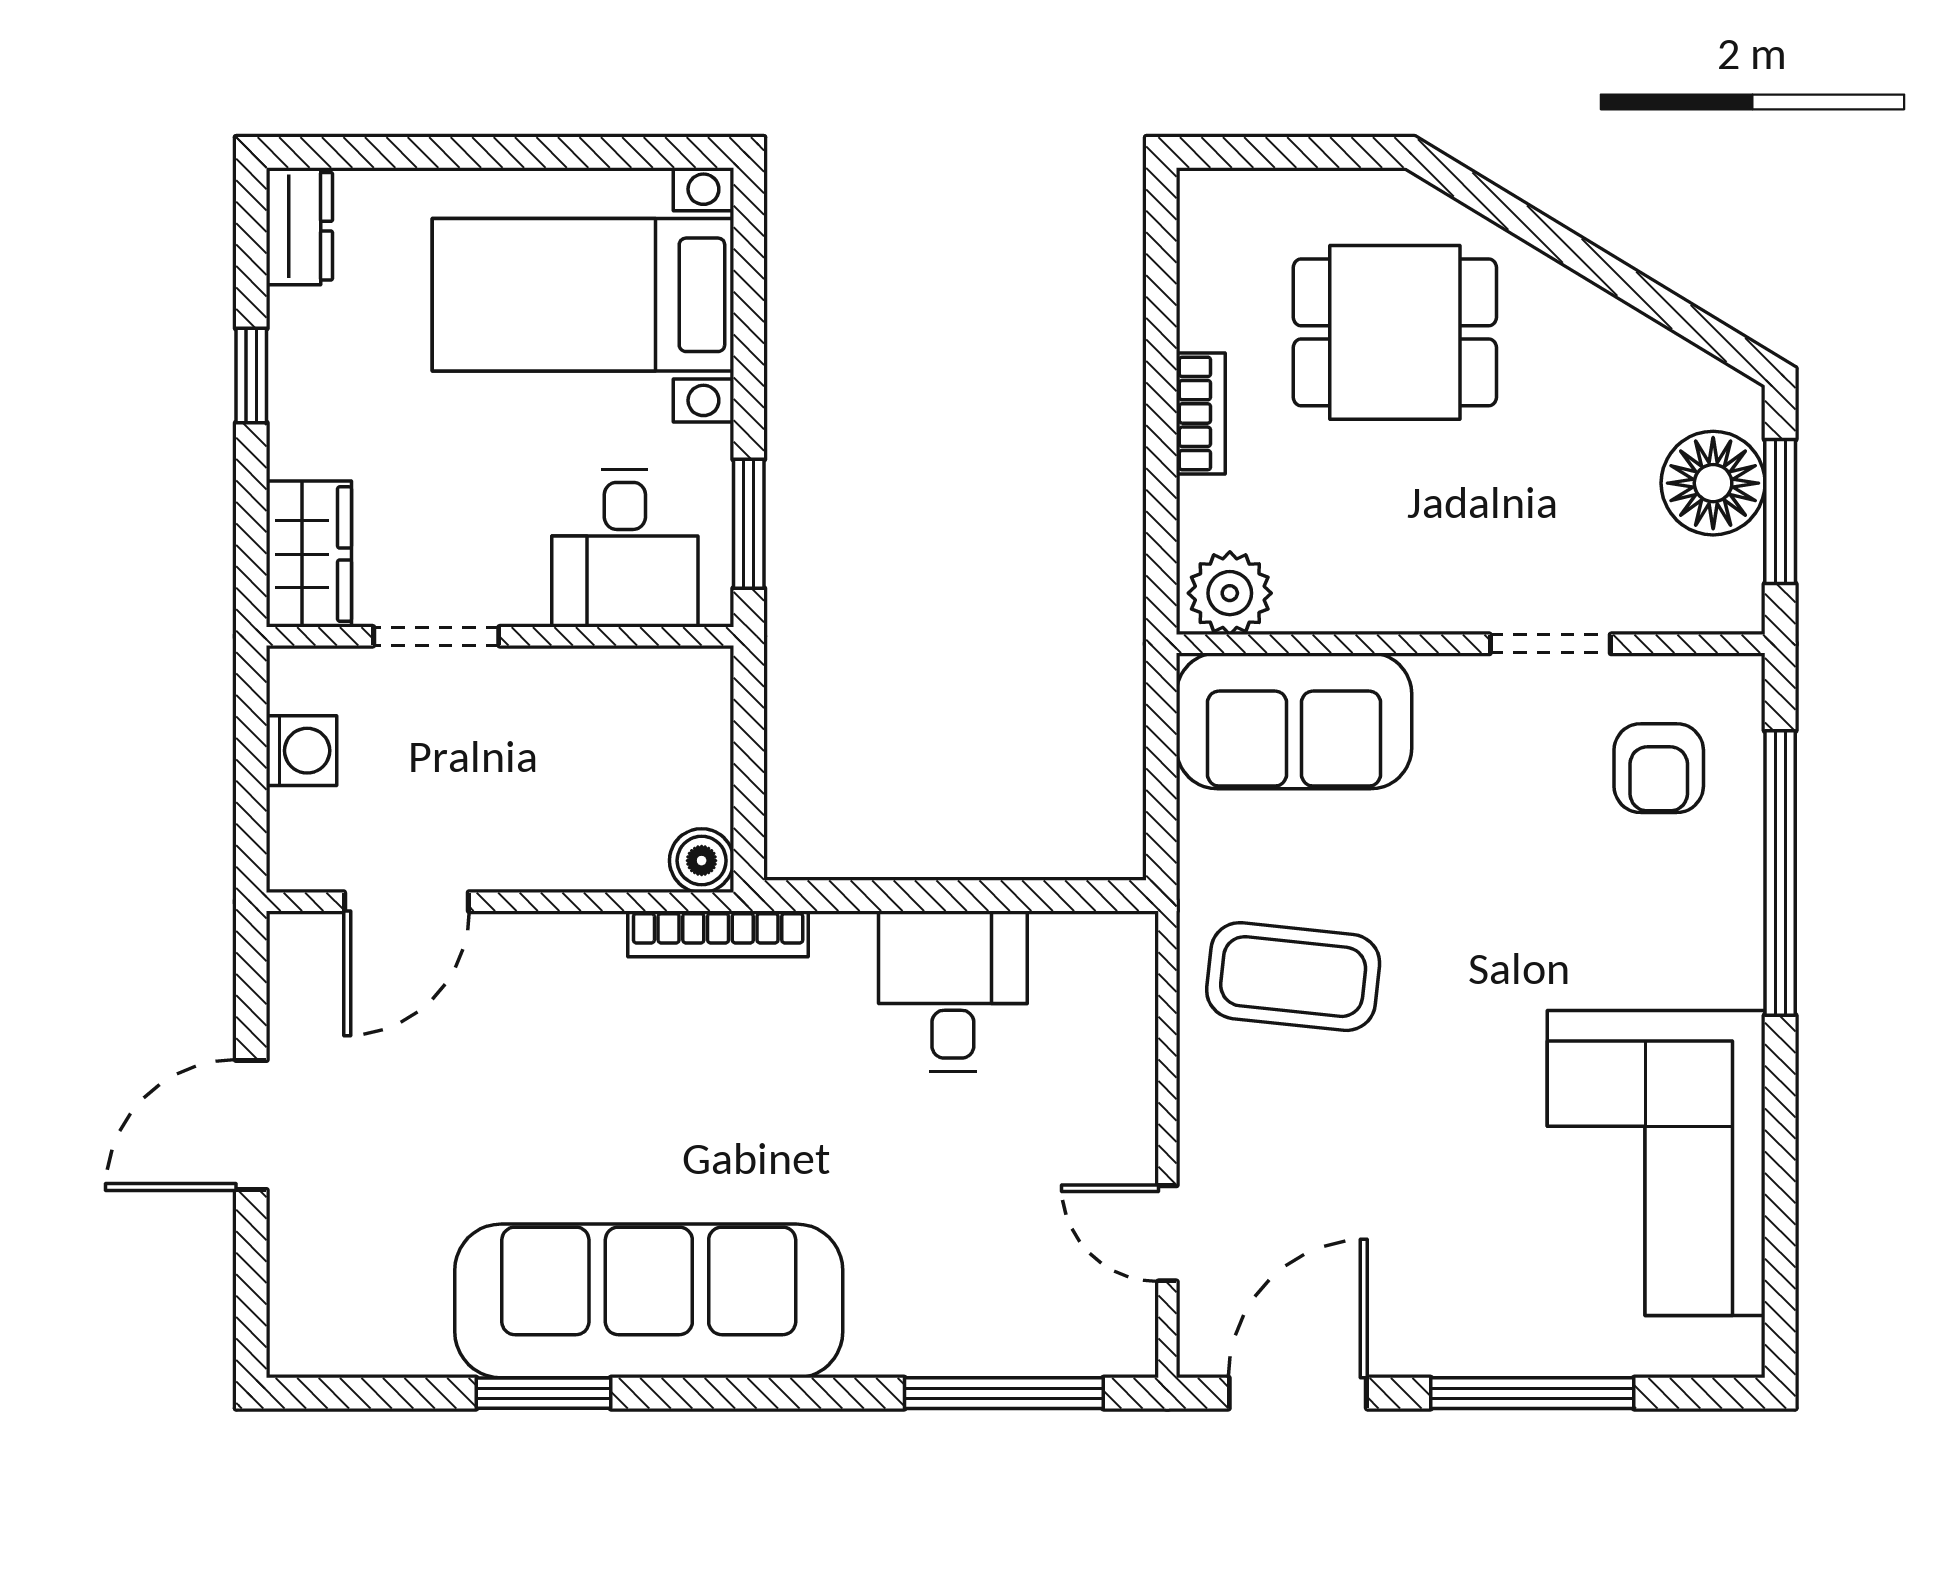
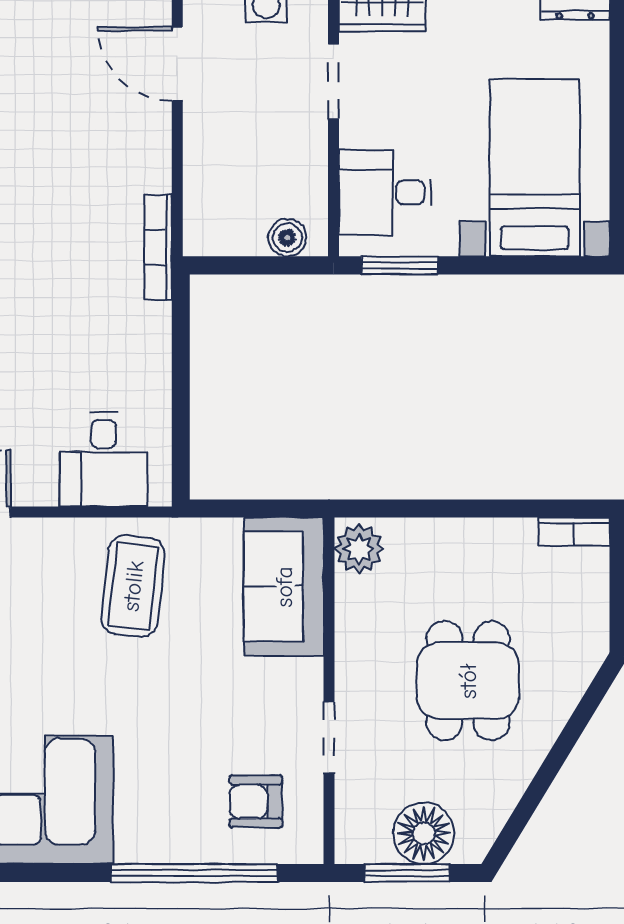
dining table: (1395, 332) -> (468, 681), moved
bookcase: (1201, 413) -> (574, 532), moved
boiler: (702, 861) -> (287, 238), moved
desk: (953, 991) -> (104, 459), moved, turned 90

